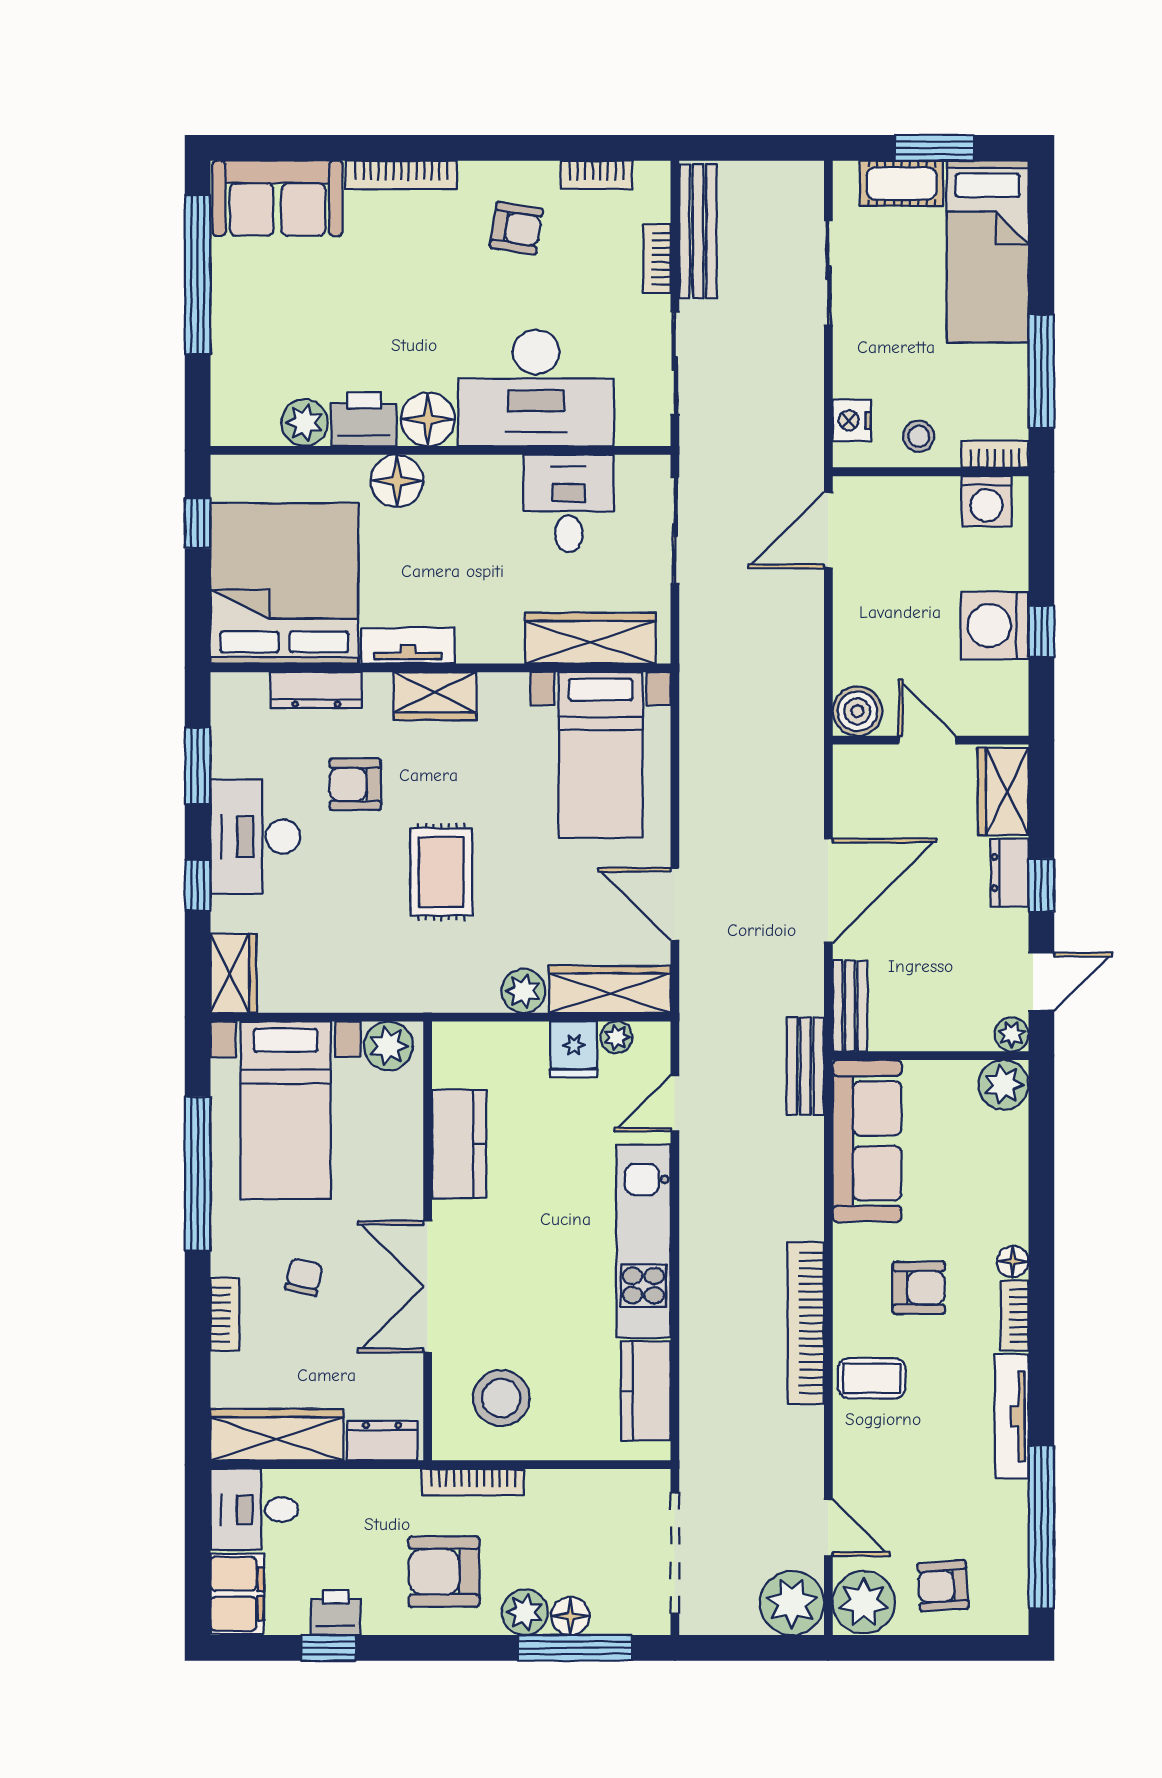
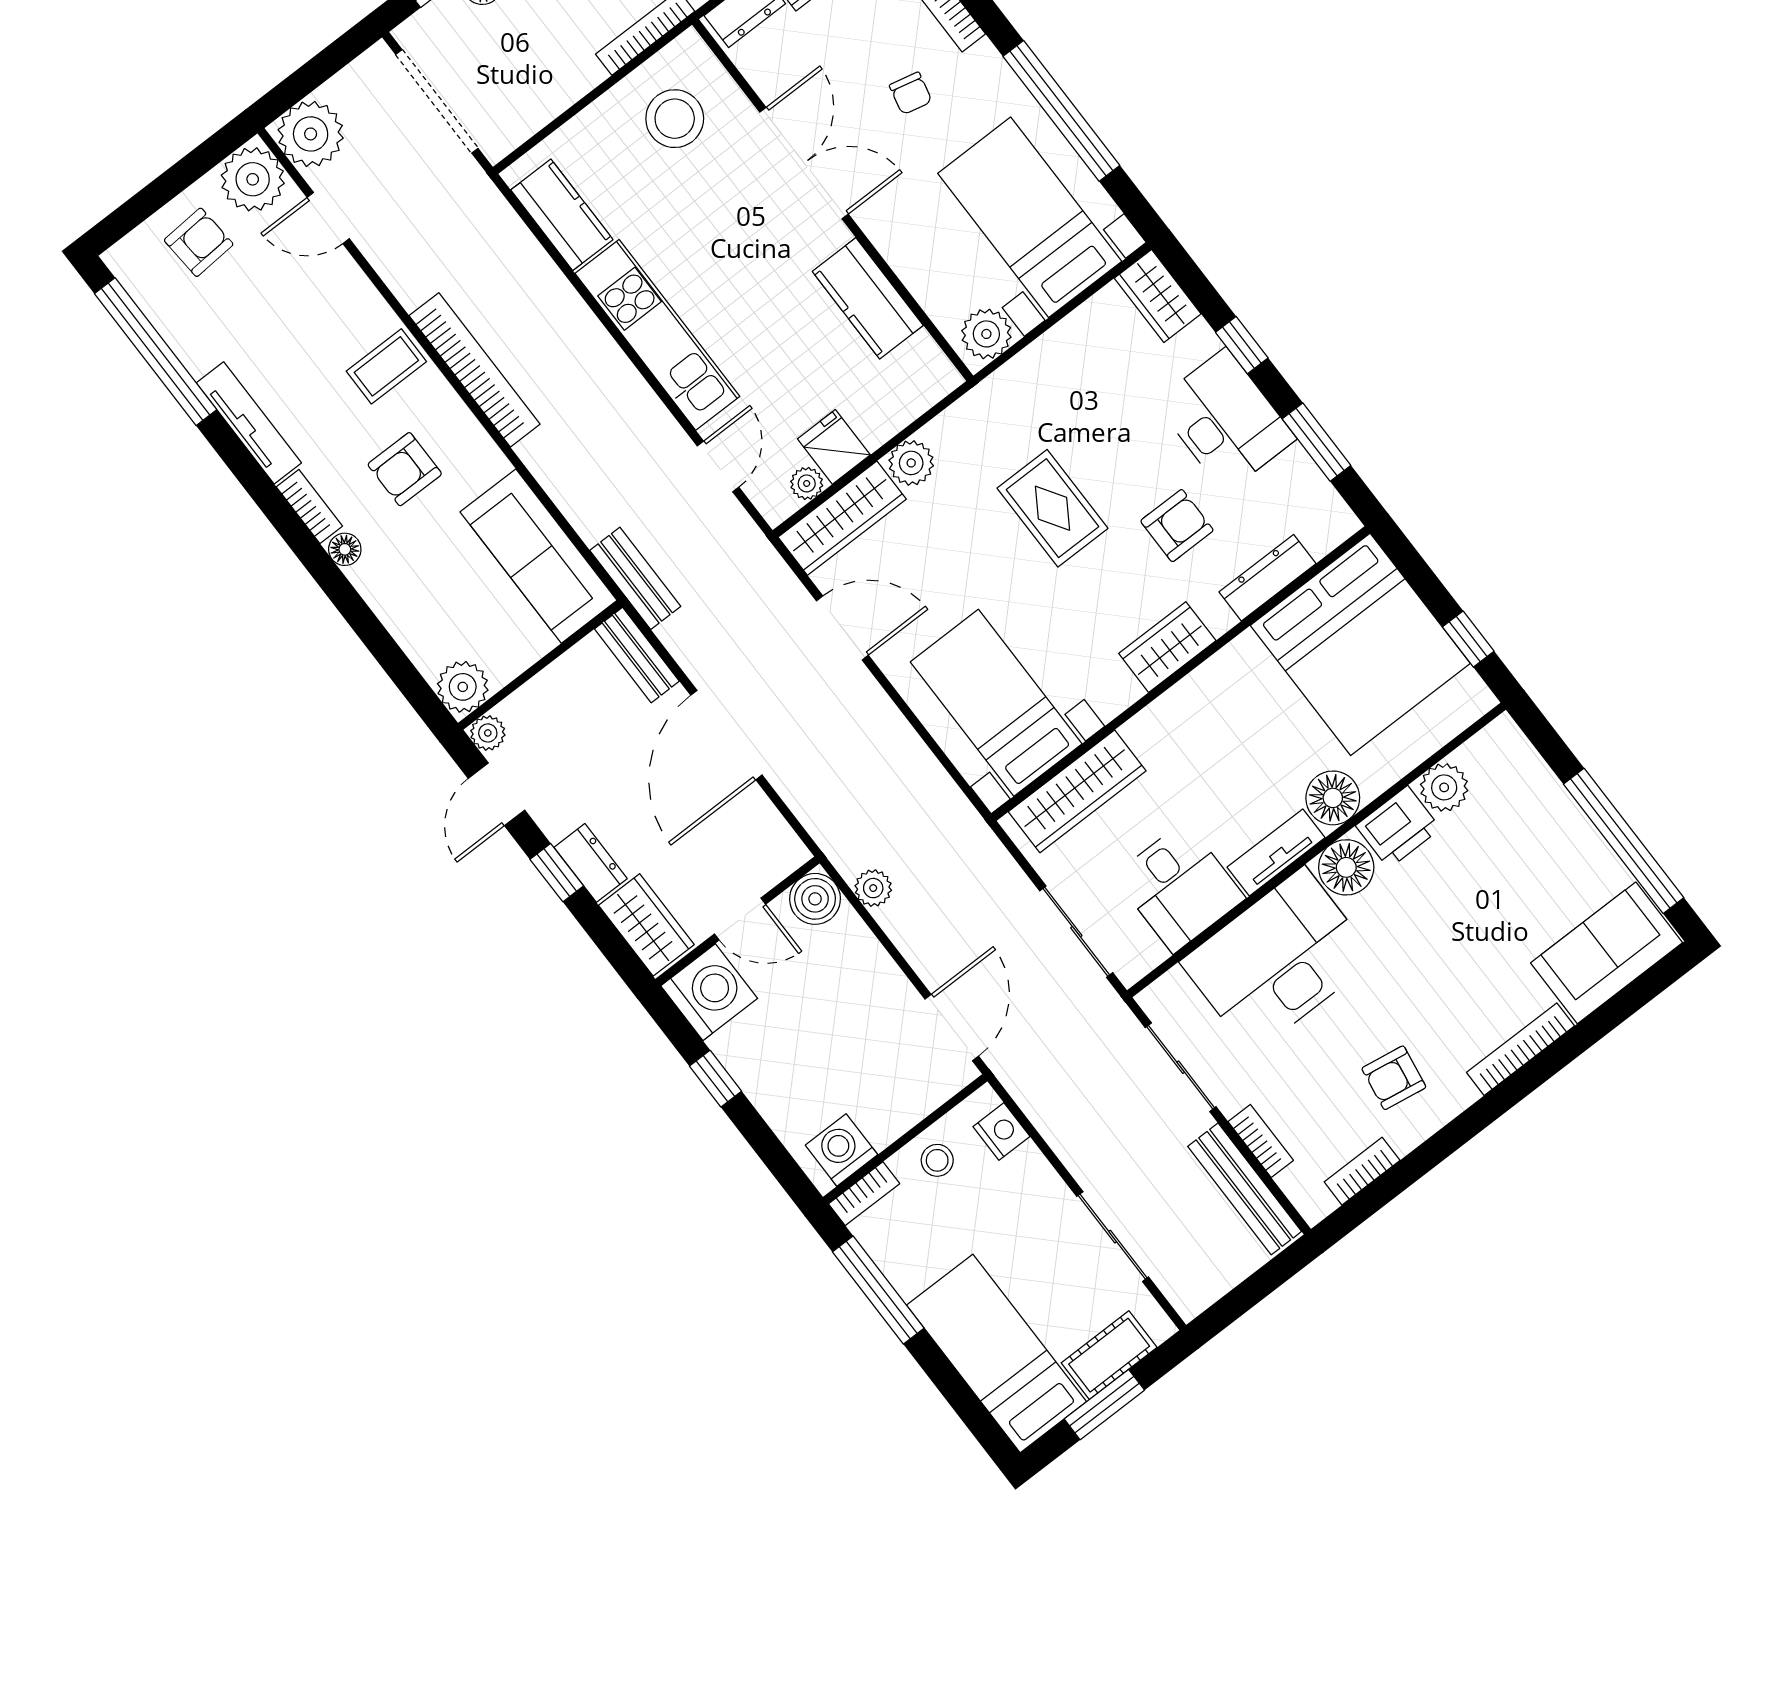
washing machine: (995, 626) -> (709, 992), moved
tv unit: (408, 646) -> (1276, 852), moved, turned 180
plant: (806, 685) -> (873, 888), added

